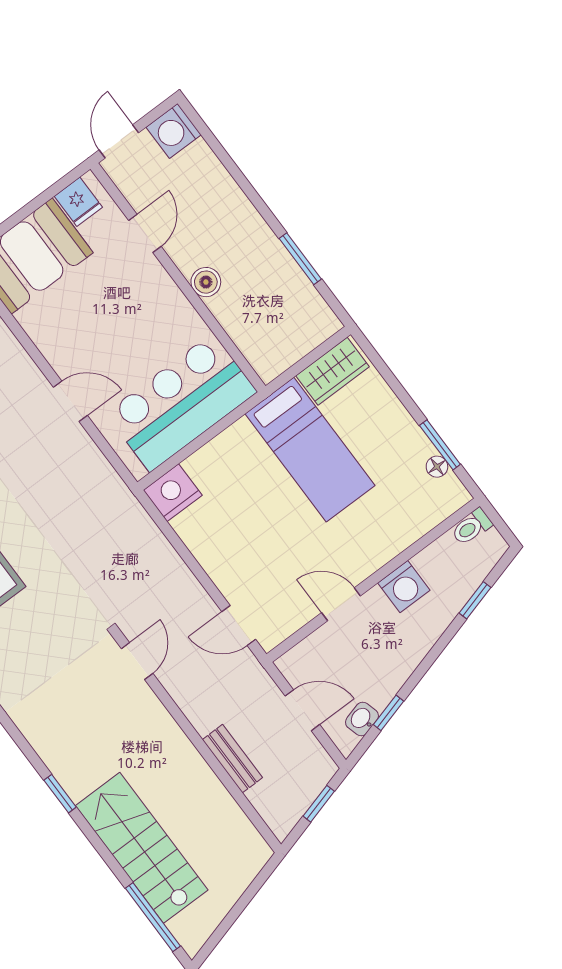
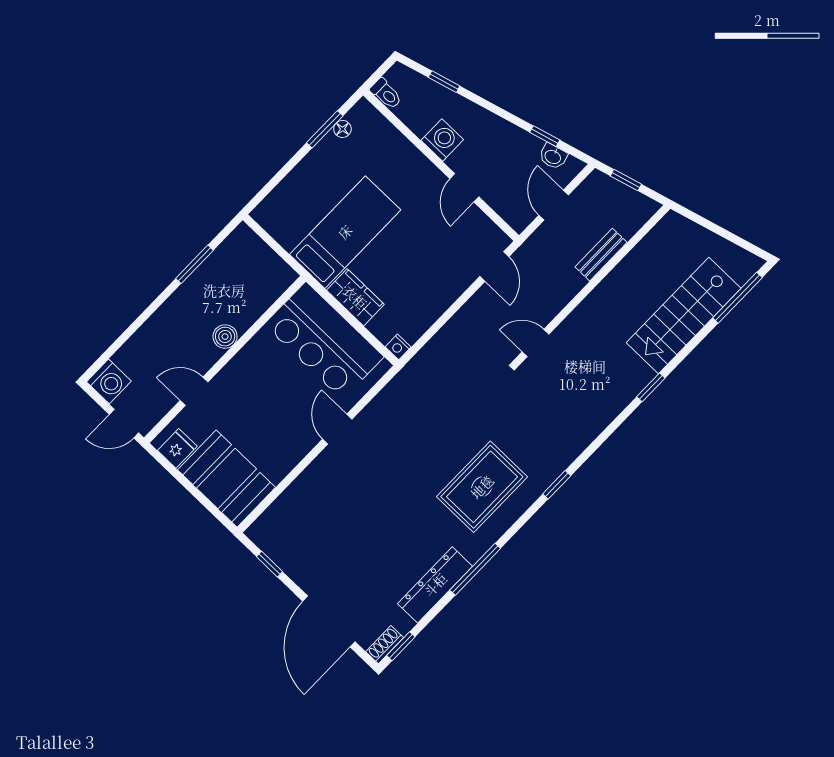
wardrobe: (333, 371) -> (355, 297), moved
nightstand: (173, 493) -> (398, 347), width x0.53, depth x0.56

